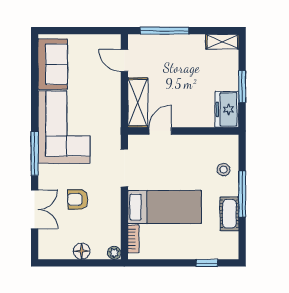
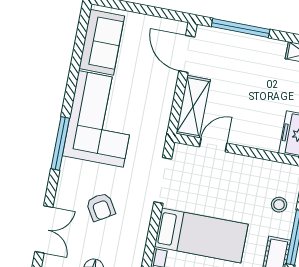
door: (124, 60) -> (187, 54), width x1.37
armchair: (78, 199) -> (101, 207), turned -121
double door: (35, 209) -> (44, 229), moved

